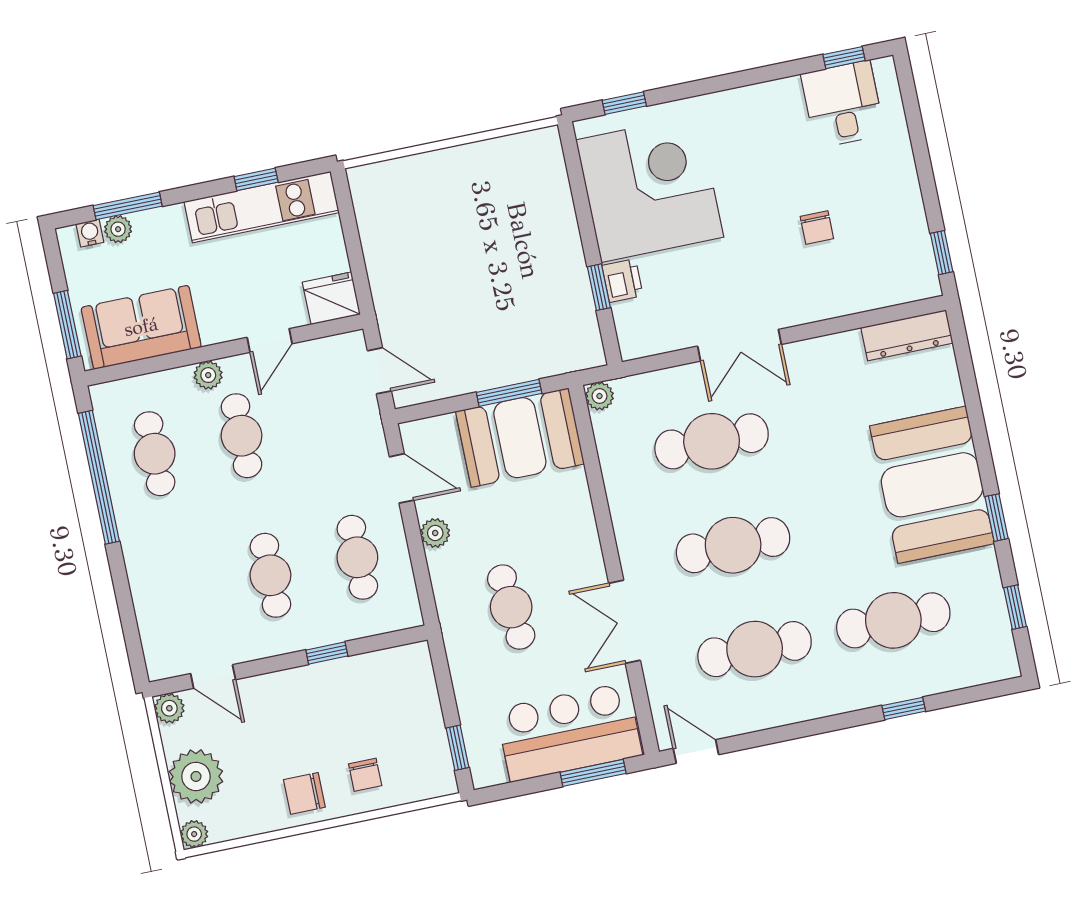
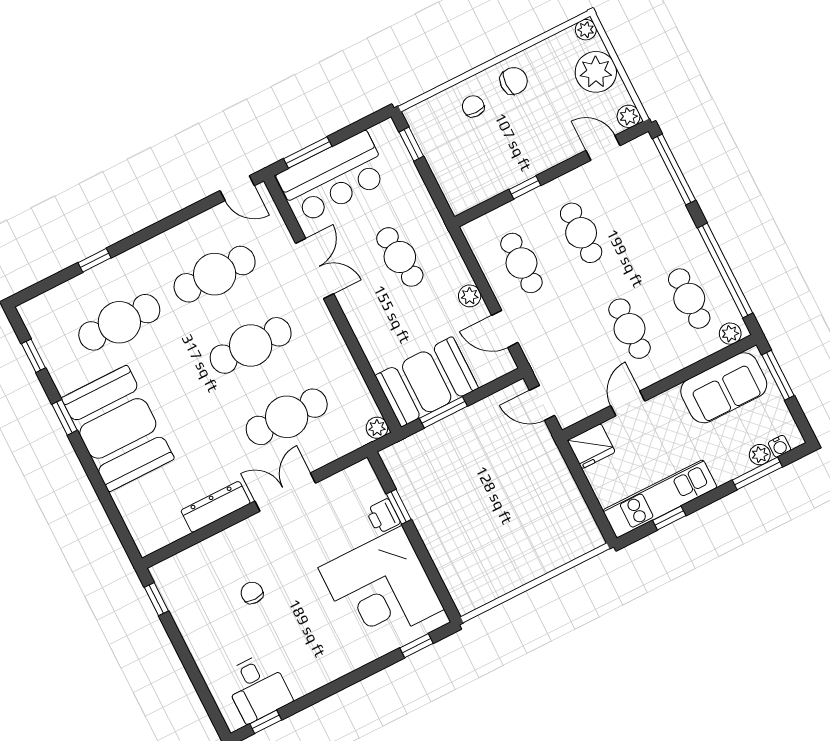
dresser: (907, 335) -> (216, 507), moved
plant: (208, 375) -> (730, 334), moved
window: (129, 624) -> (674, 169), added

